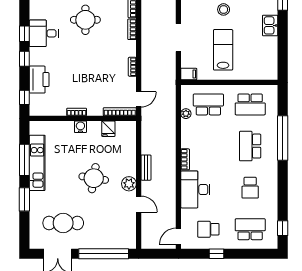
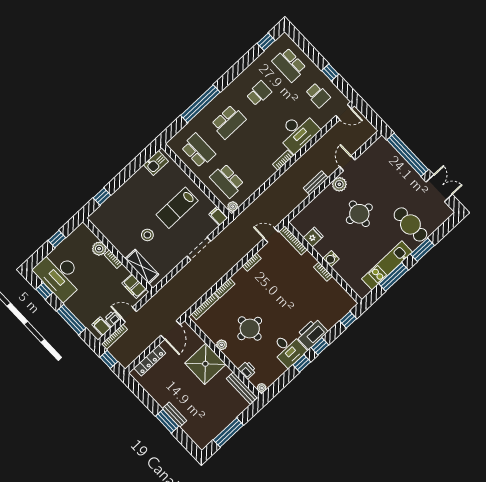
kitchen sink: (270, 25) -> (156, 163), moved
printer: (39, 80) -> (312, 334), moved
plant: (186, 114) -> (233, 206), moved
cafe table: (63, 223) -> (410, 224), moved

